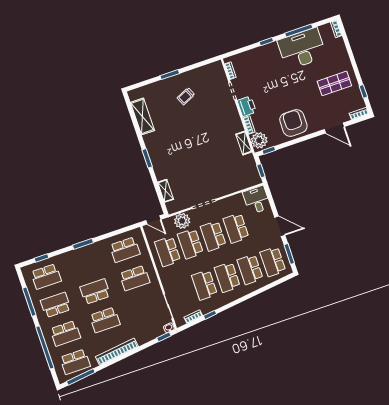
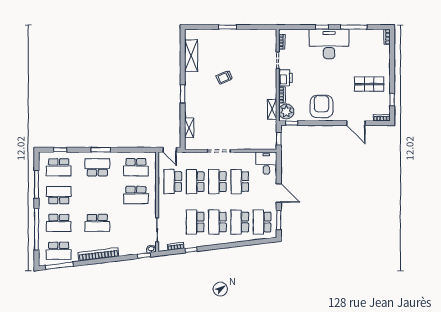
desk: (302, 49) -> (329, 44), moved
trolley: (186, 96) -> (224, 77), moved
plant: (182, 221) -> (195, 159), removed
school desk: (95, 291) -> (97, 167), moved

